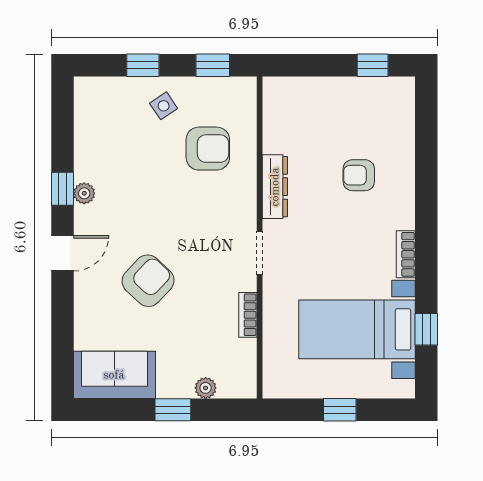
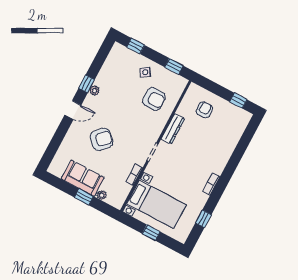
window: (143, 65) -> (136, 46), moved
armchair: (359, 175) -> (204, 110), moved, turned 90
bed with nightstands: (357, 329) -> (156, 204), moved, turned 180
sofa: (114, 375) -> (83, 178), moved

